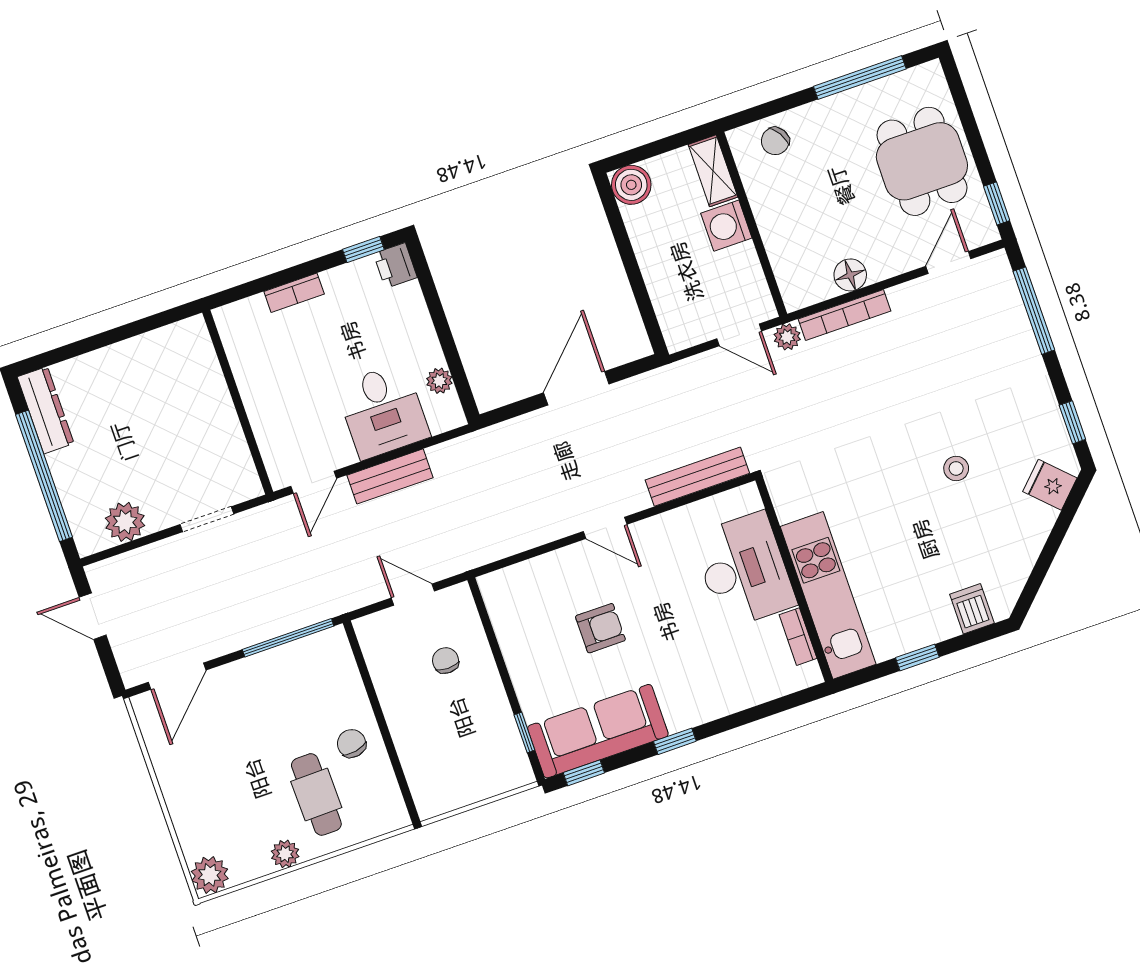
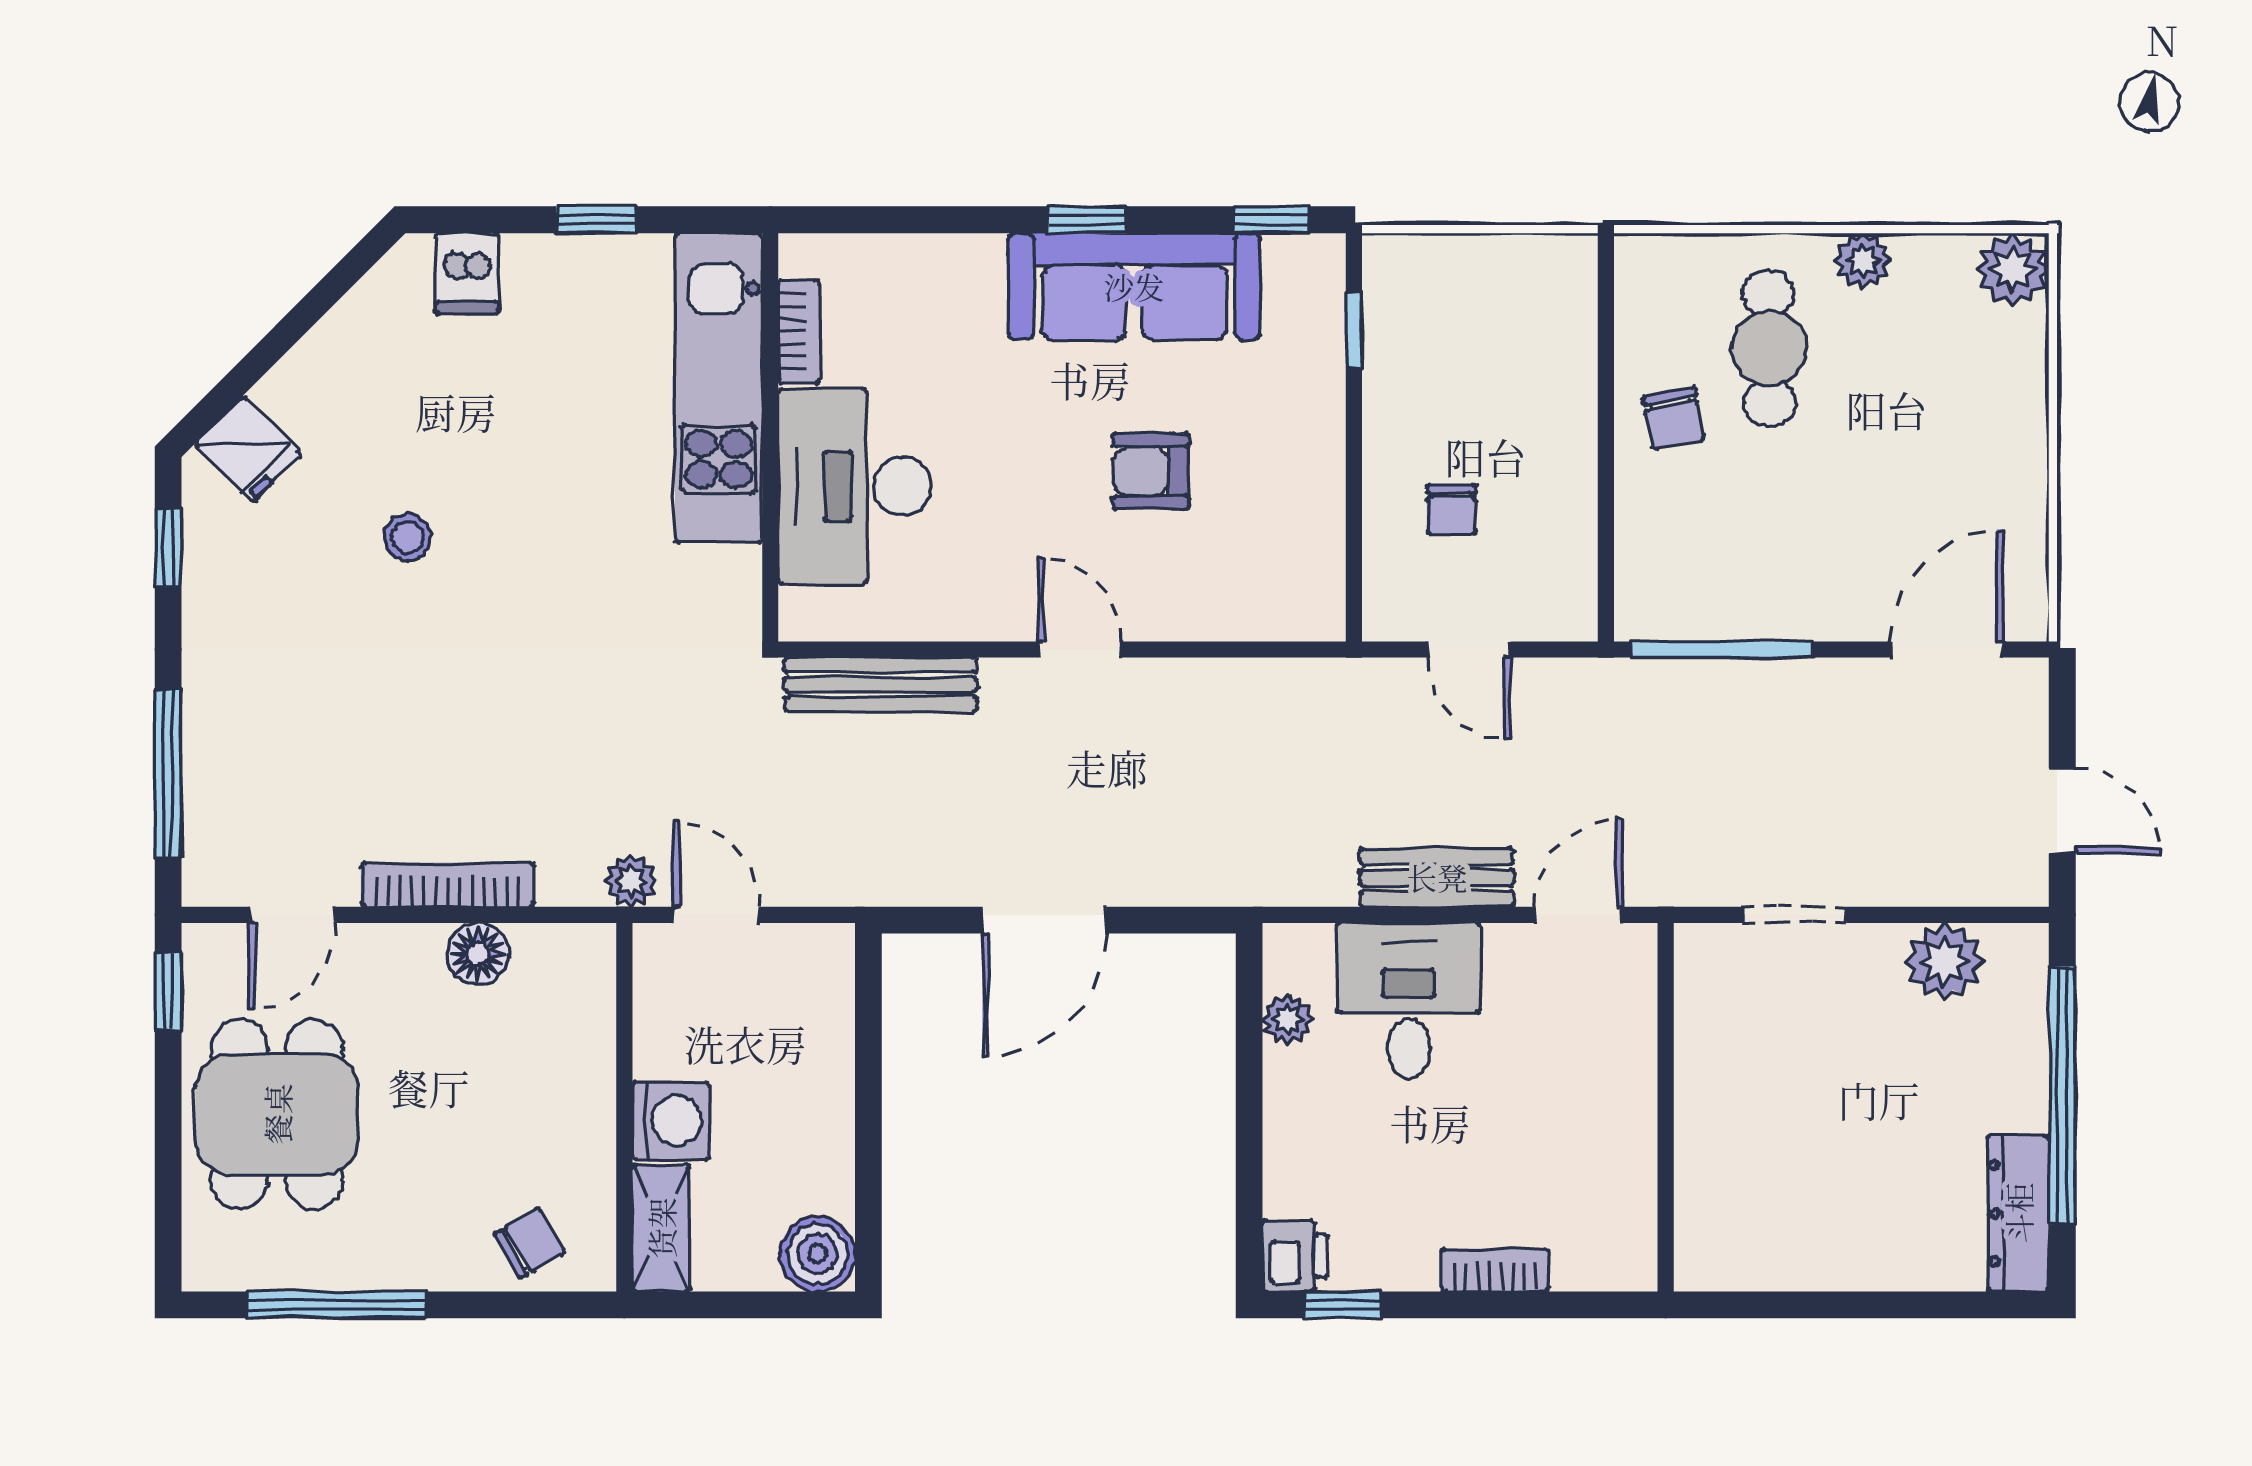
bookcase: (845, 315) -> (447, 885), moved
sofa: (598, 731) -> (1134, 286), moved

